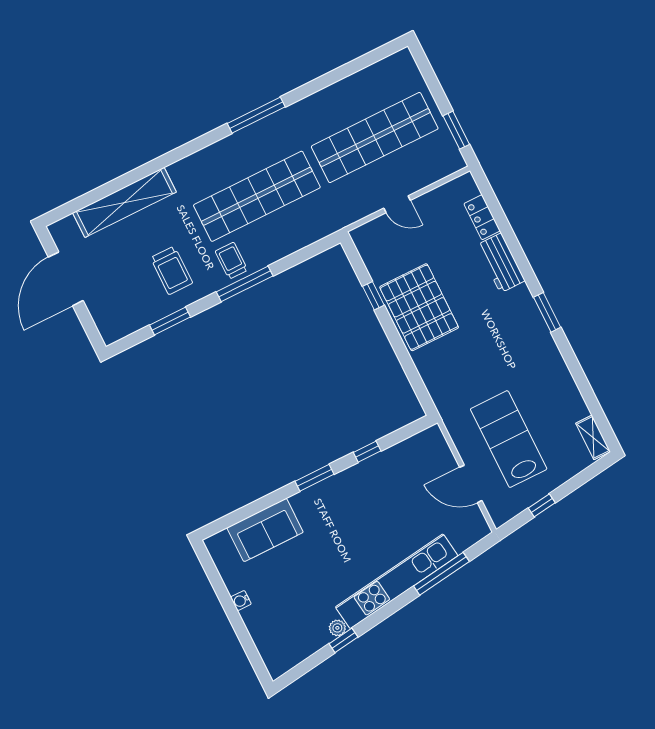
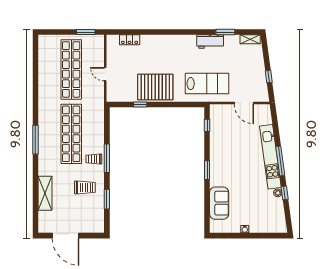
window: (256, 115) -> (35, 140), moved
shelving: (124, 202) -> (45, 193), width x0.68
door: (397, 204) -> (105, 74), swing flipped
workbench: (501, 263) -> (210, 42), moved
window: (547, 312) -> (225, 32), moved
lab bench: (509, 439) -> (207, 84), moved, turned 180
window: (367, 452) -> (207, 125), moved
door: (471, 484) -> (244, 103), hinge flipped
window: (441, 574) -> (280, 161), moved

